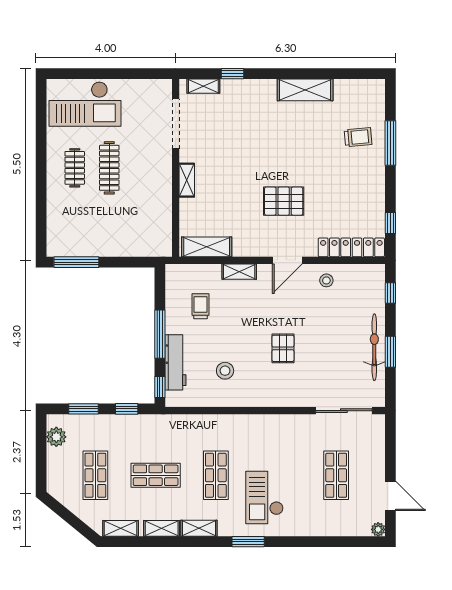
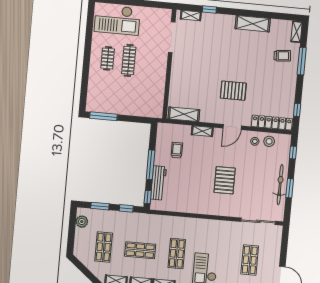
shelving: (187, 180) -> (297, 32), moved
pallet: (283, 348) -> (225, 180), width x1.50, depth x1.42
stool: (225, 371) -> (269, 141), moved

